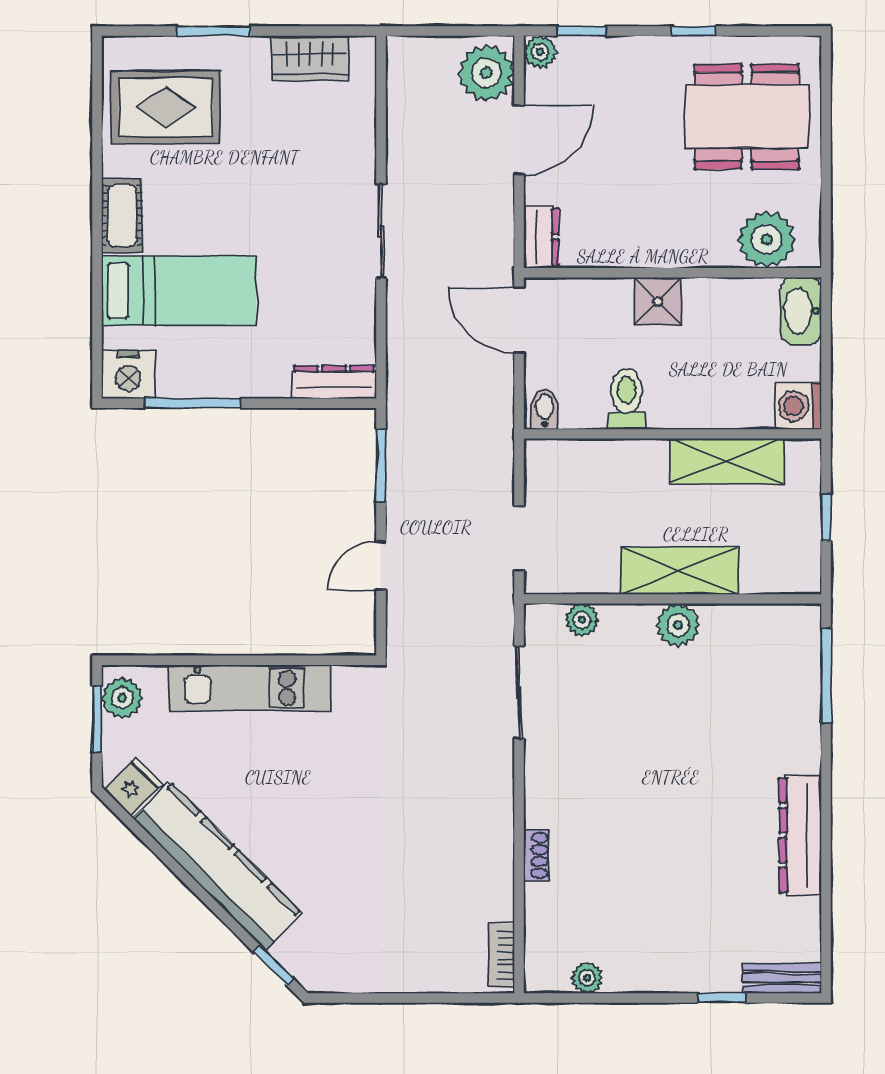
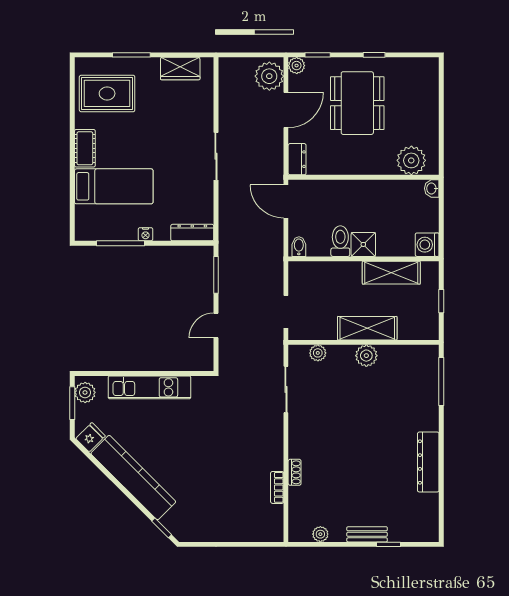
dining table: (747, 117) -> (357, 103), moved, turned 90
shower: (658, 301) -> (363, 244), moved
washbasin: (801, 311) -> (432, 188), width x0.52, depth x0.69
nightstand: (128, 375) -> (145, 234), moved, width x0.53, depth x0.56
bookcase: (502, 955) -> (277, 487), moved
bench: (782, 978) -> (367, 534), moved

